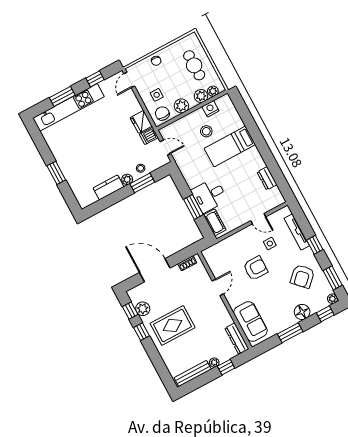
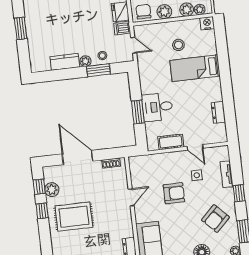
nightstand: (210, 109) -> (207, 23), moved
cot: (215, 222) -> (171, 142), moved, turned 90
tv unit: (297, 232) -> (227, 174), width x0.71

